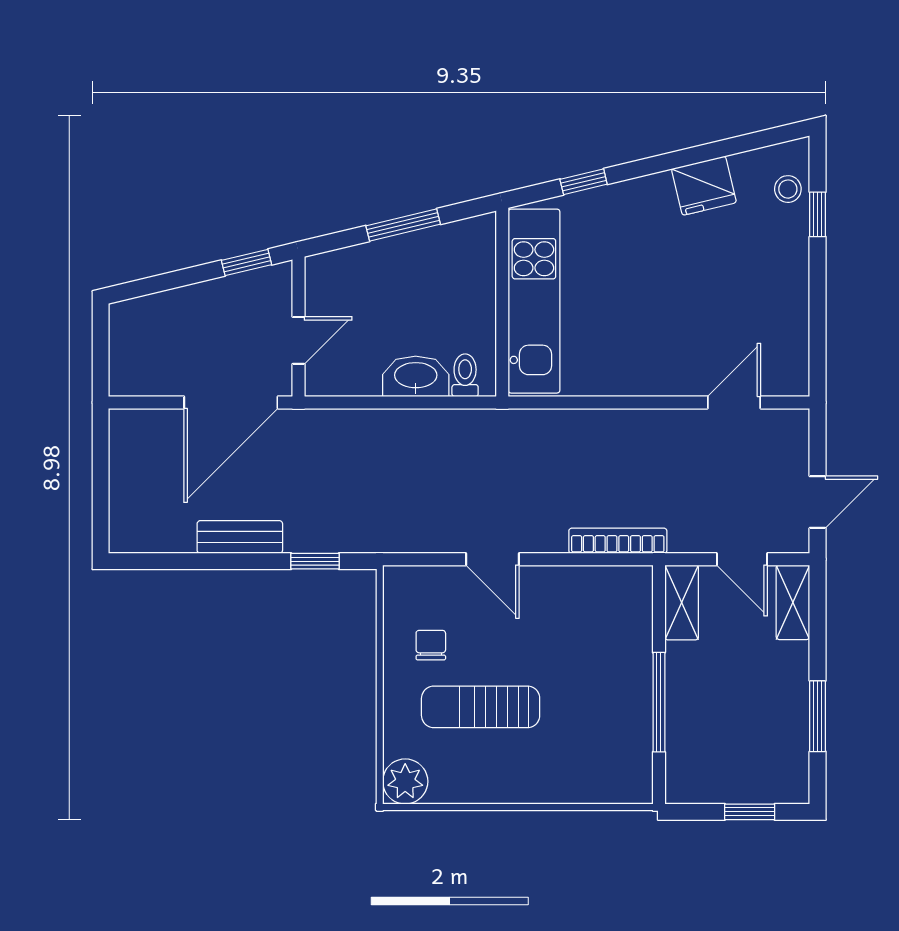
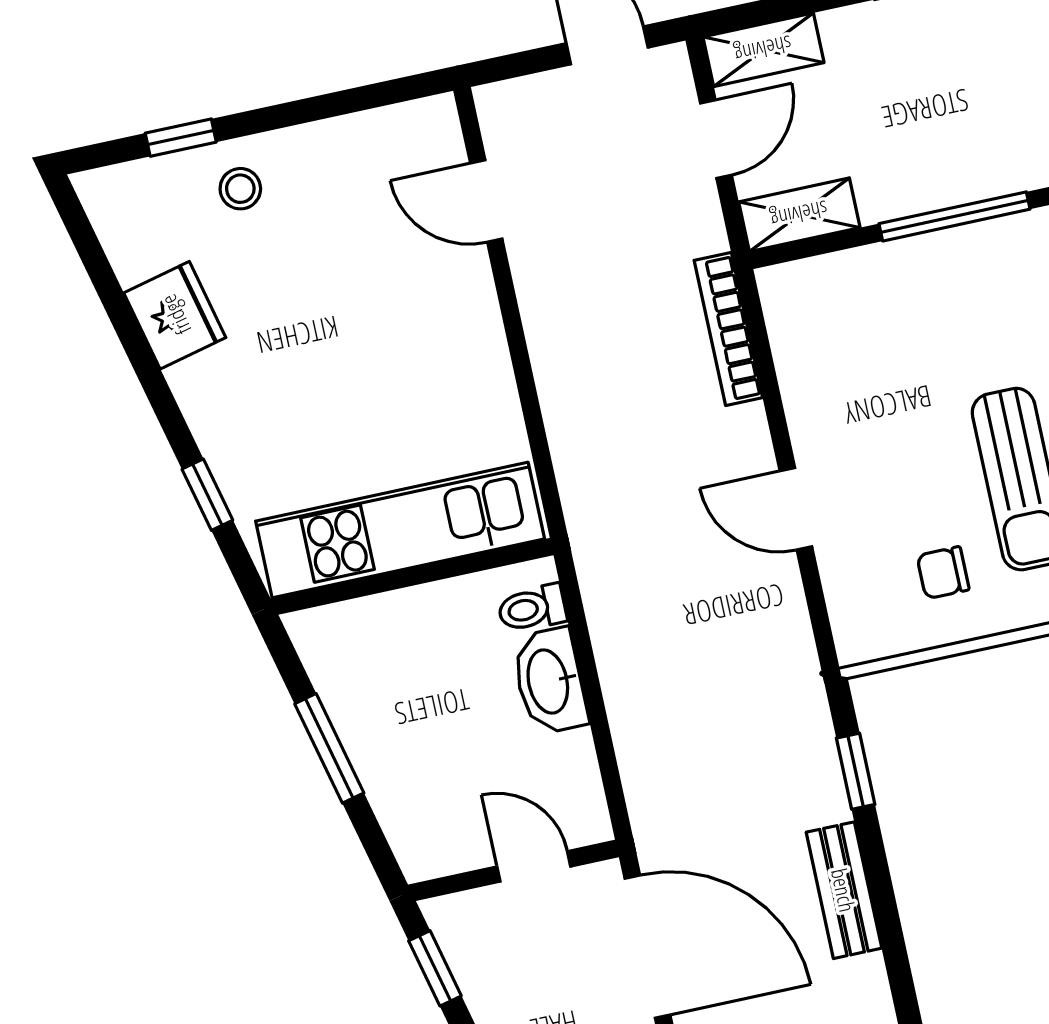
stool: (788, 189) -> (240, 189), moved
door: (492, 559) -> (796, 509), swing flipped

